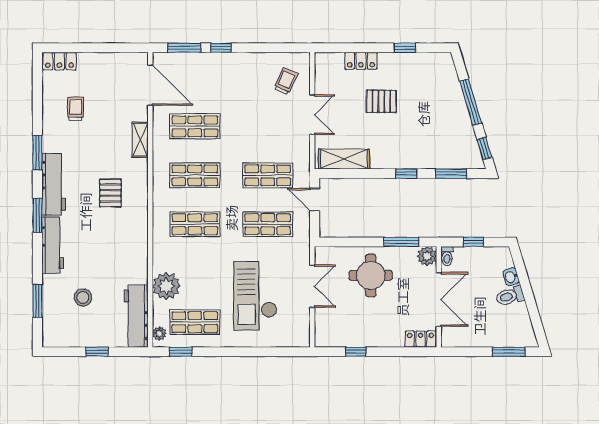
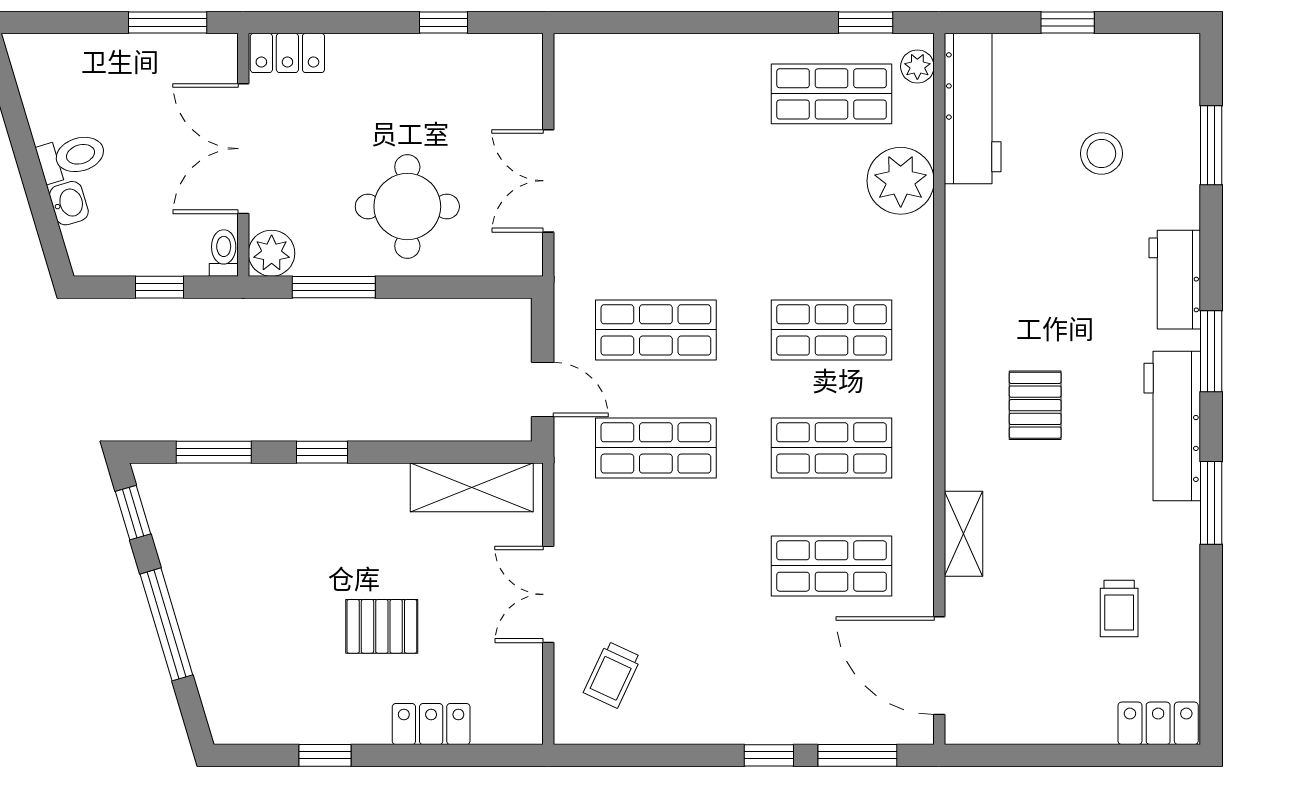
workbench: (53, 245) -> (1175, 280), width x0.73
checkout: (255, 296) -> (686, 157), removed
window: (509, 352) -> (168, 22), moved

